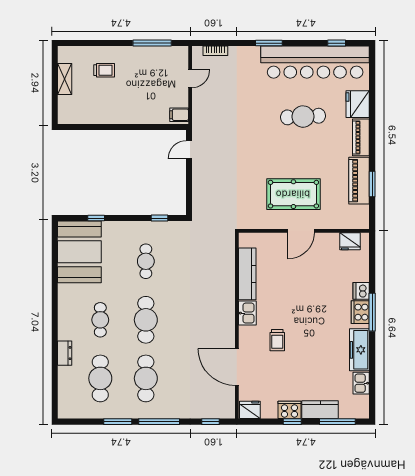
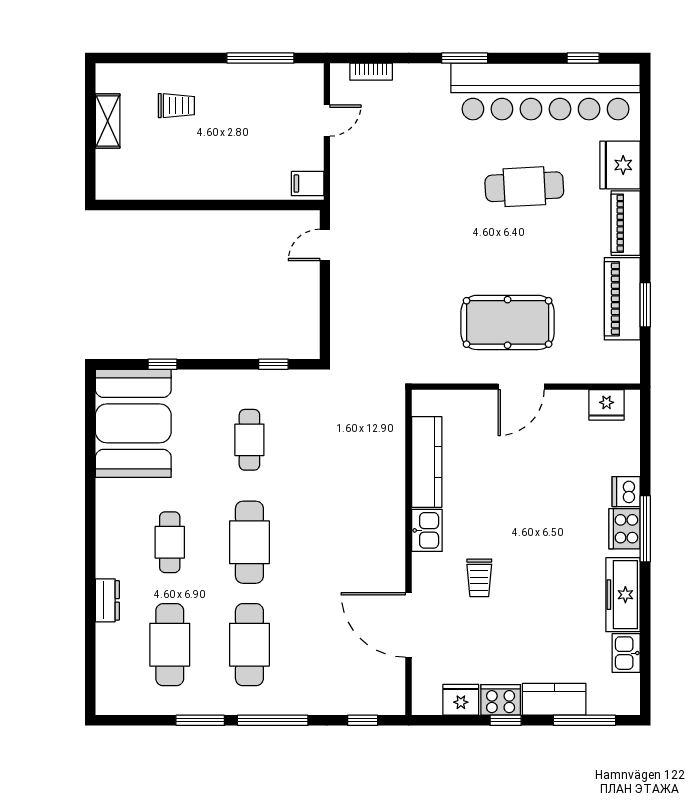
fridge: (250, 410) -> (461, 700), moved

